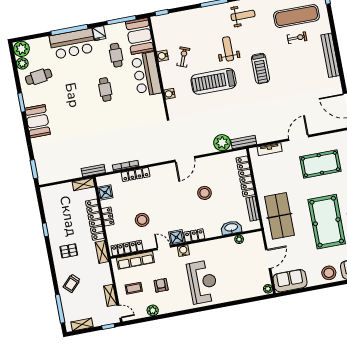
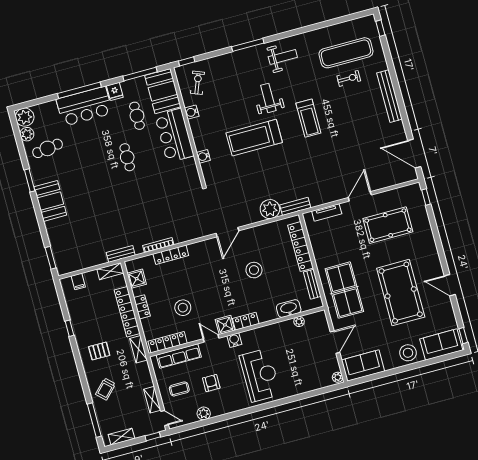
exercise bike: (183, 57) -> (197, 83), moved
filing cabinet: (56, 191) -> (78, 281), added

